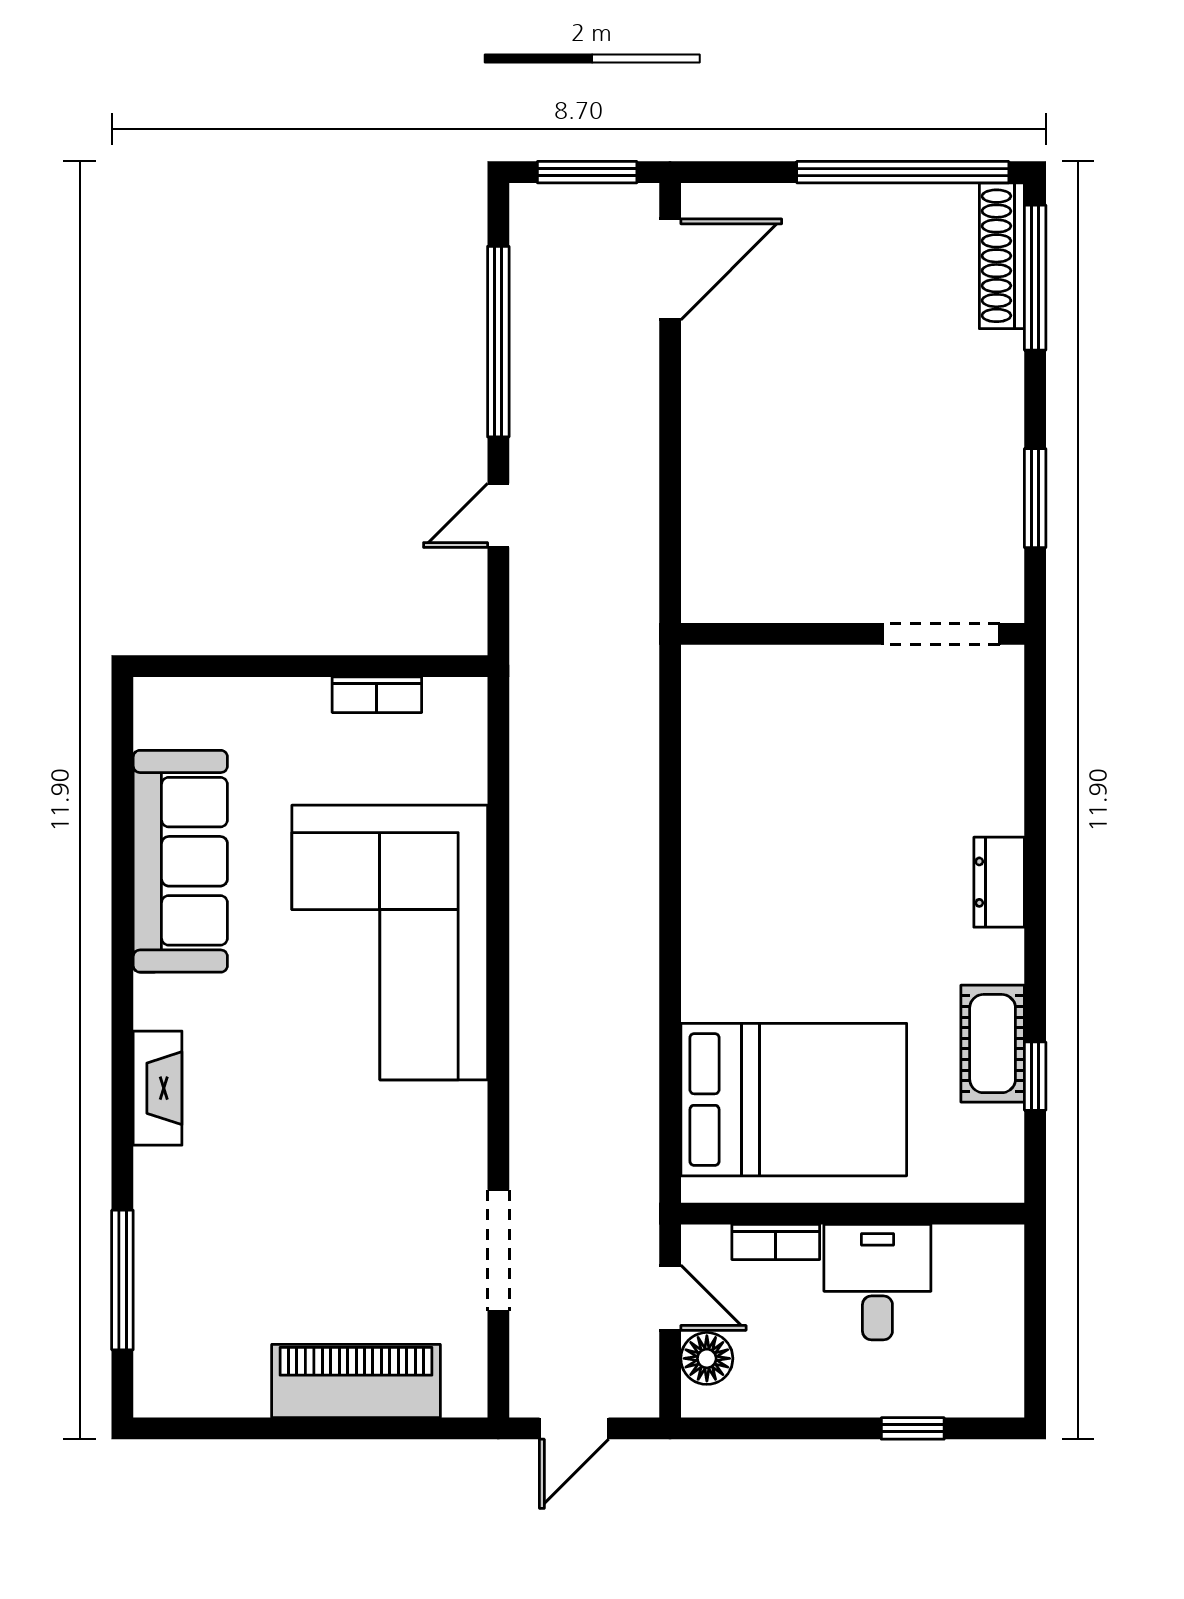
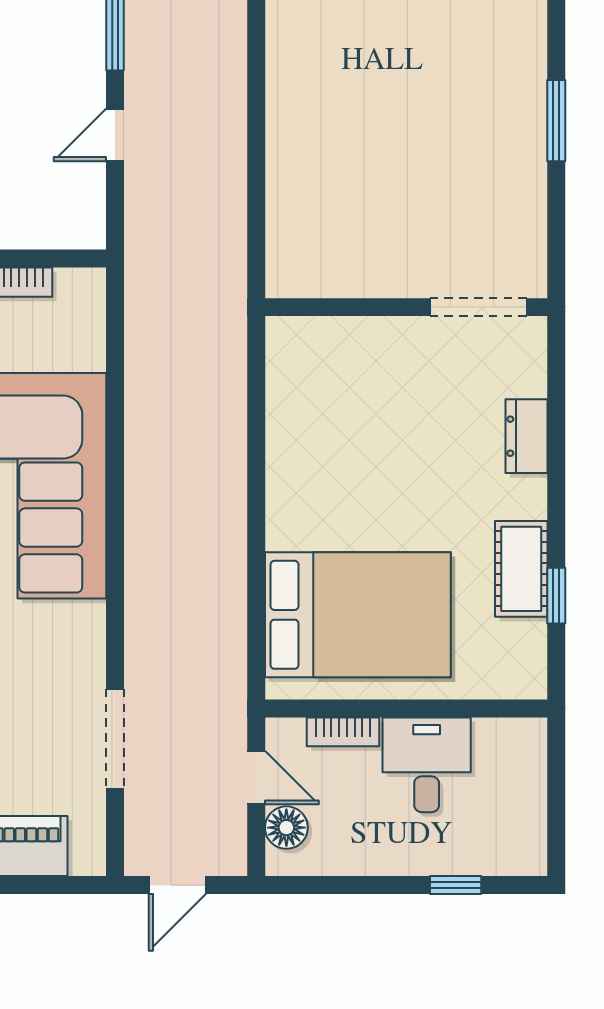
wall: (853, 634) -> (406, 307), moved
doorway: (941, 634) -> (479, 307), moved

